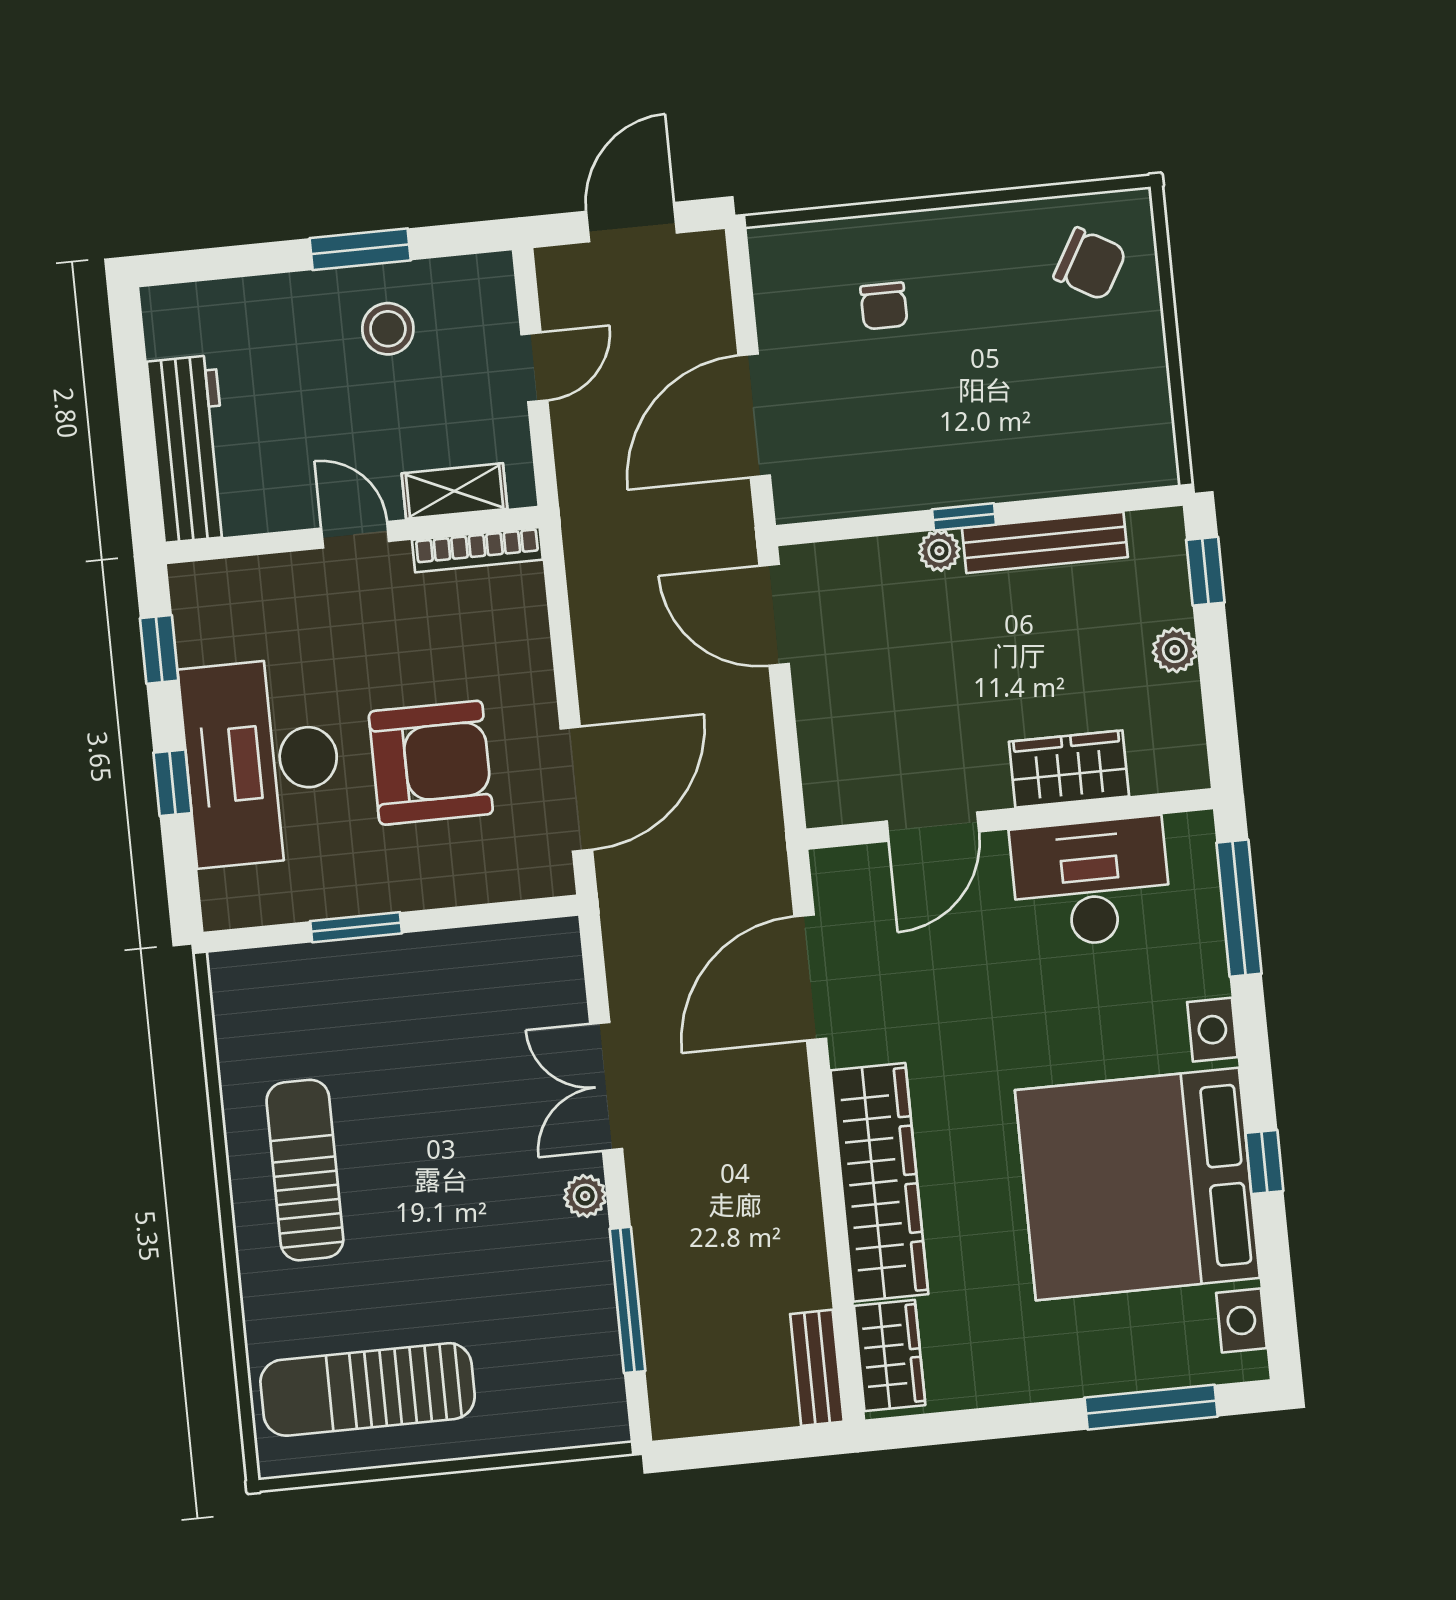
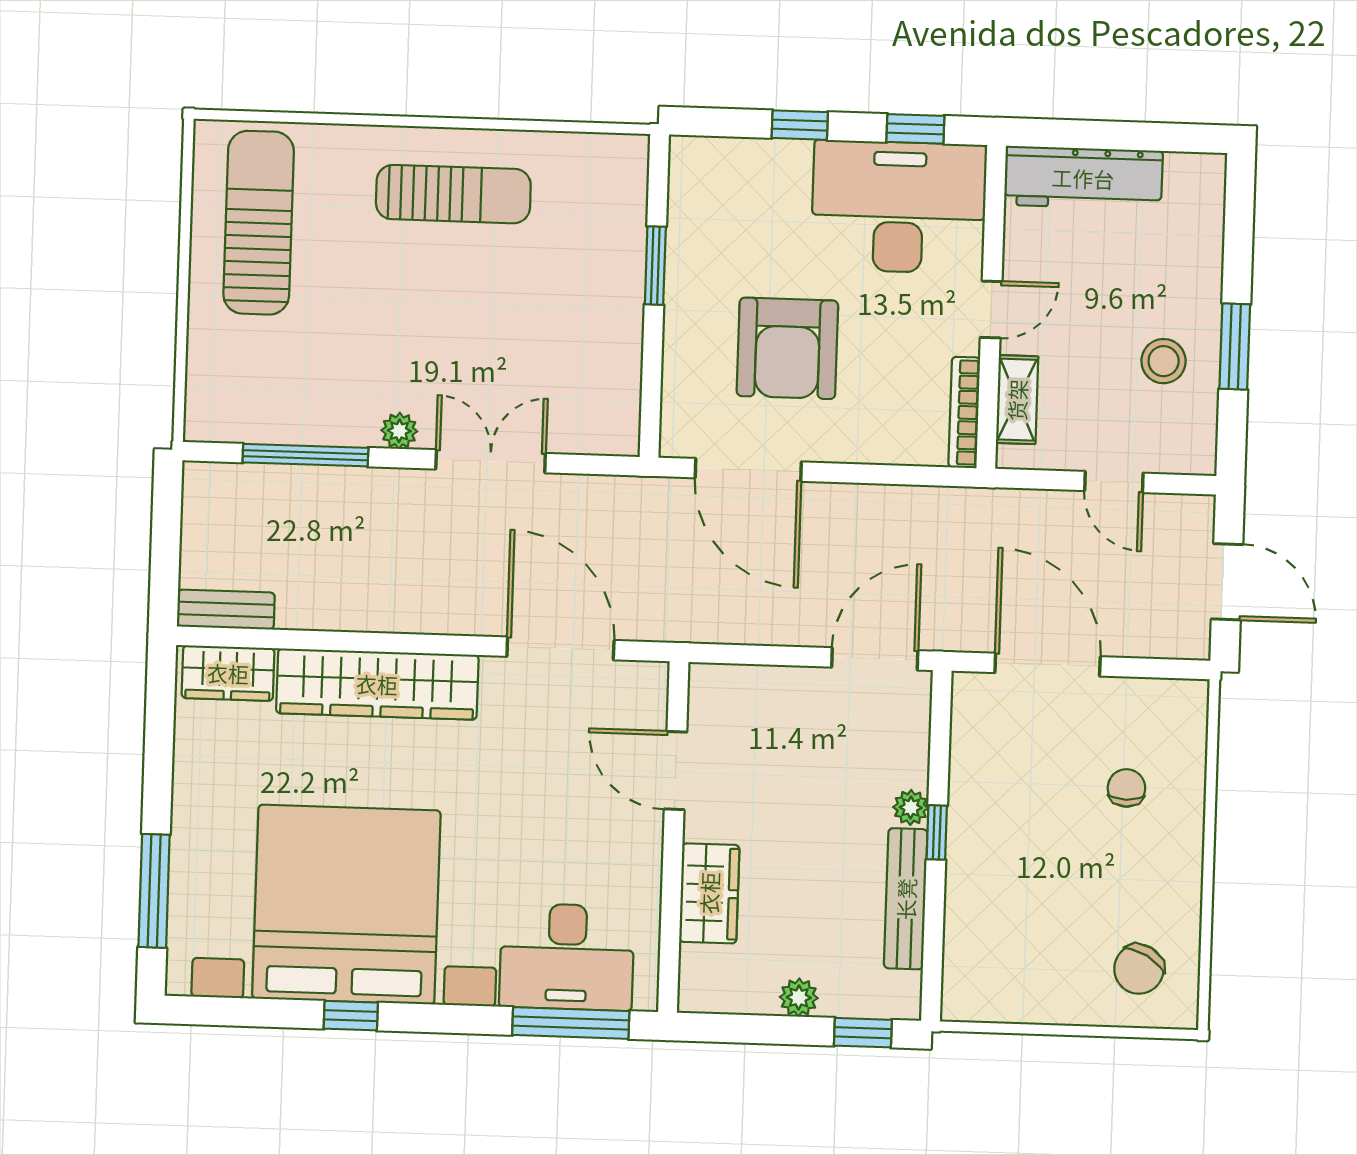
chair: (884, 306) -> (1126, 788), turned 90
desk: (262, 762) -> (899, 207), moved
desk: (1091, 882) -> (567, 957), moved, turned 90

